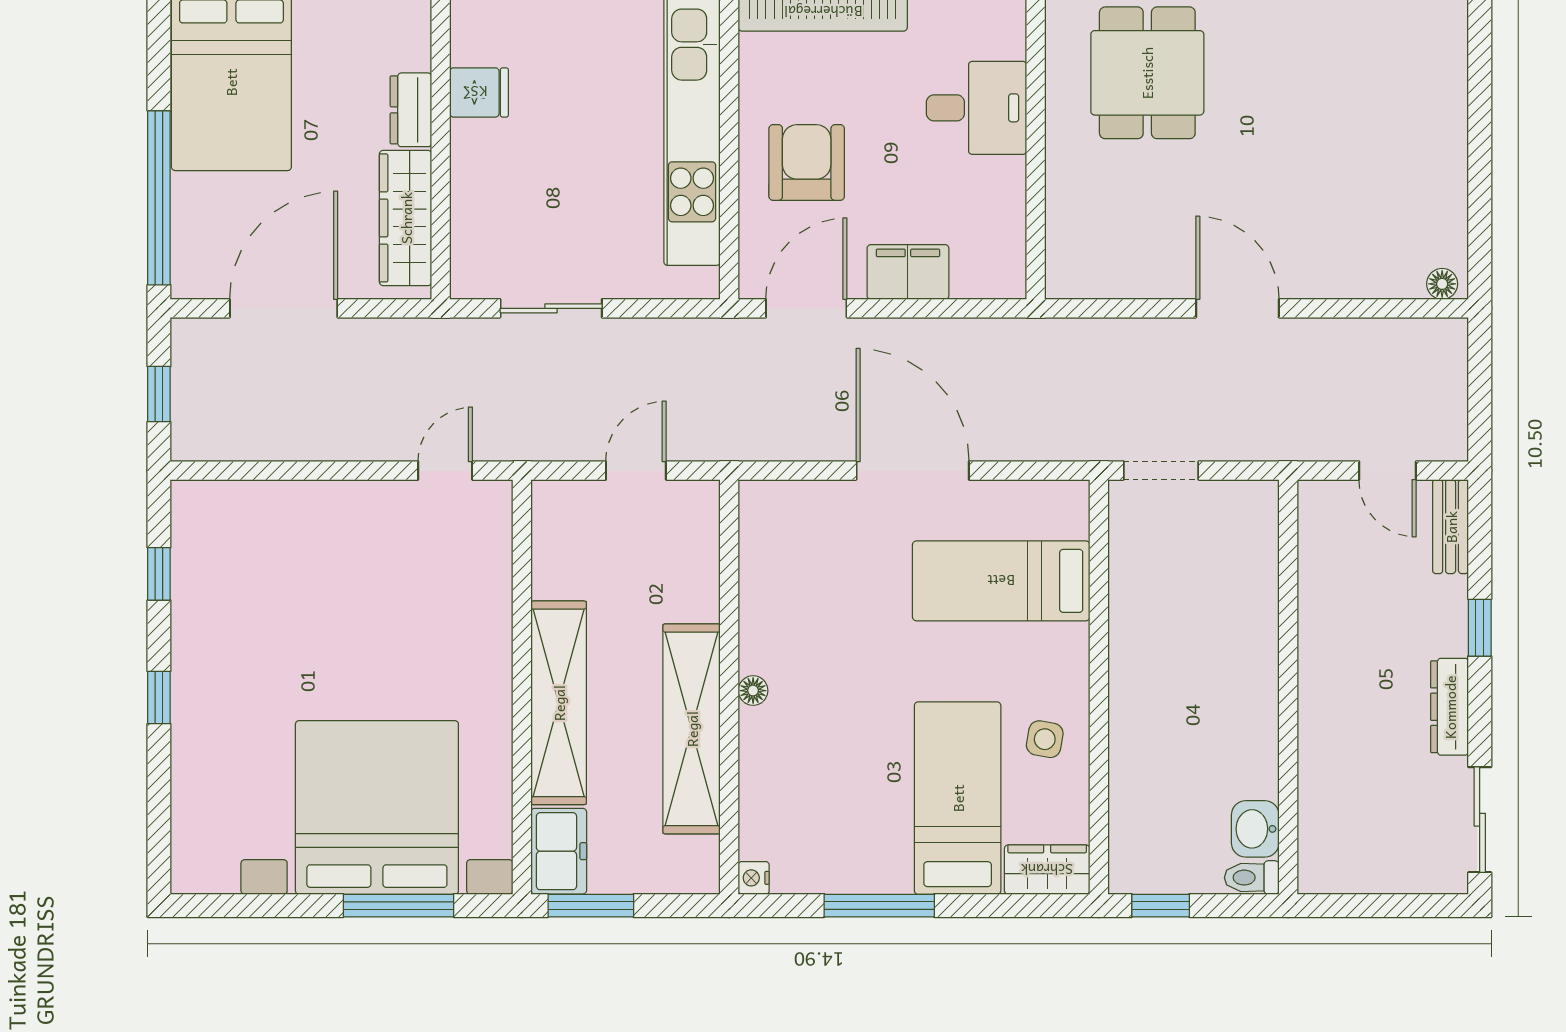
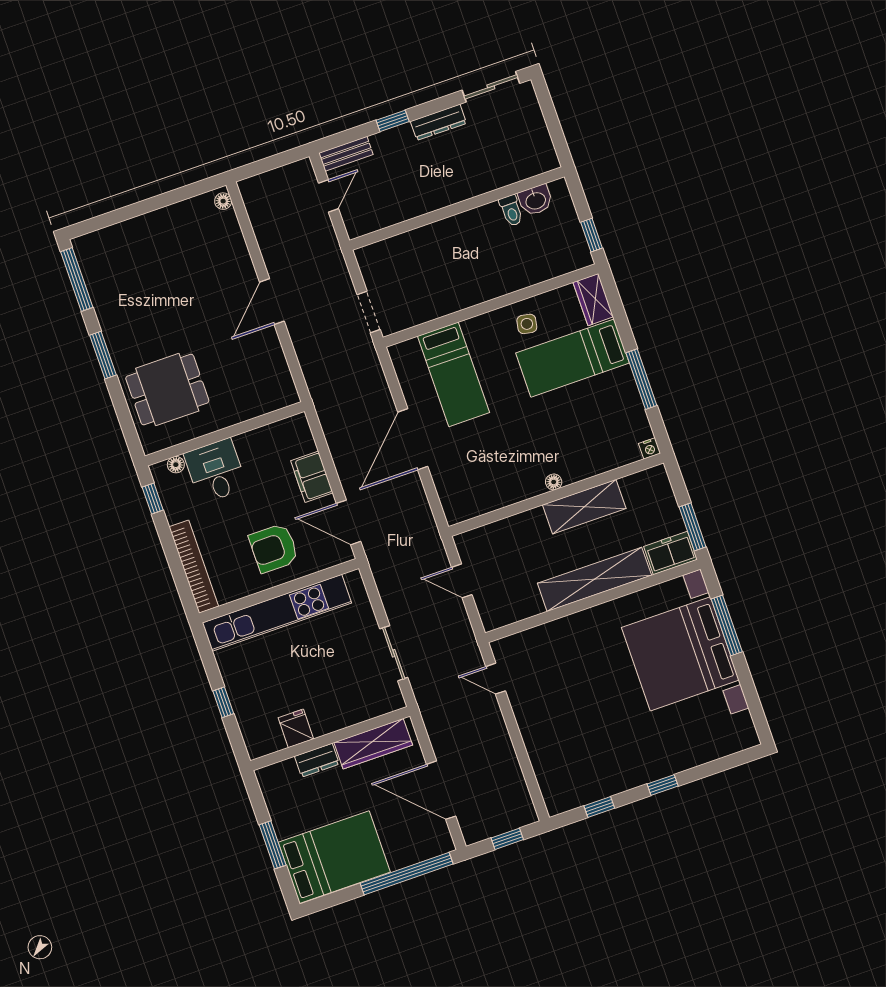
floor lamp: (1011, 42) -> (176, 465), added
shelving: (692, 729) -> (584, 507), width x0.68
toilet: (1252, 878) -> (511, 211), moved

